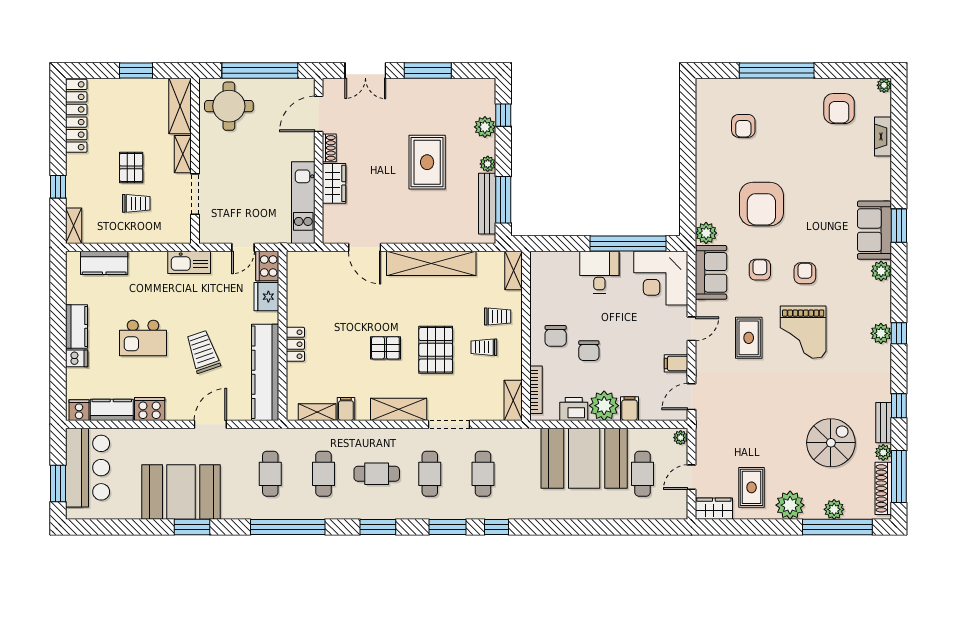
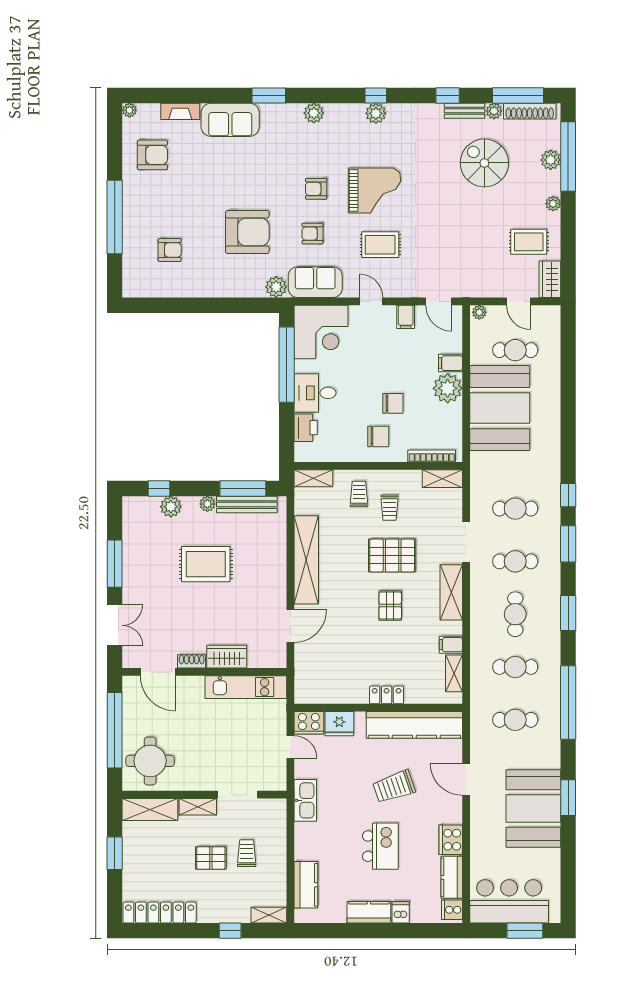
sofa: (874, 230) -> (230, 120), moved
printer: (574, 409) -> (306, 428), moved, turned 180
plant: (790, 505) -> (553, 204), width x0.53, depth x0.53

